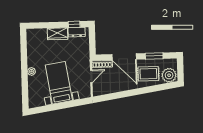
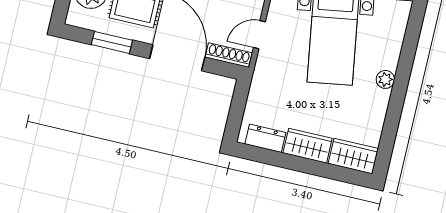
window: (74, 24) -> (267, 156), removed
wardrobe: (37, 35) -> (353, 156), added

